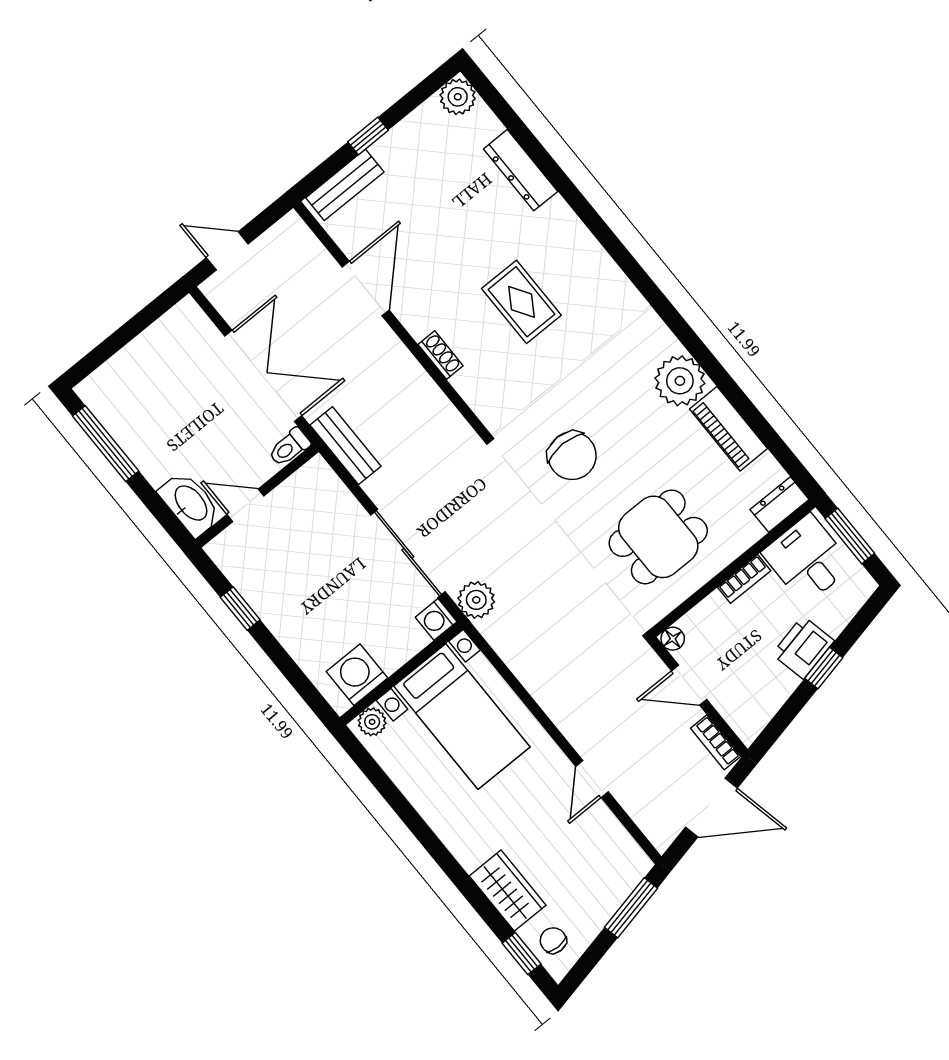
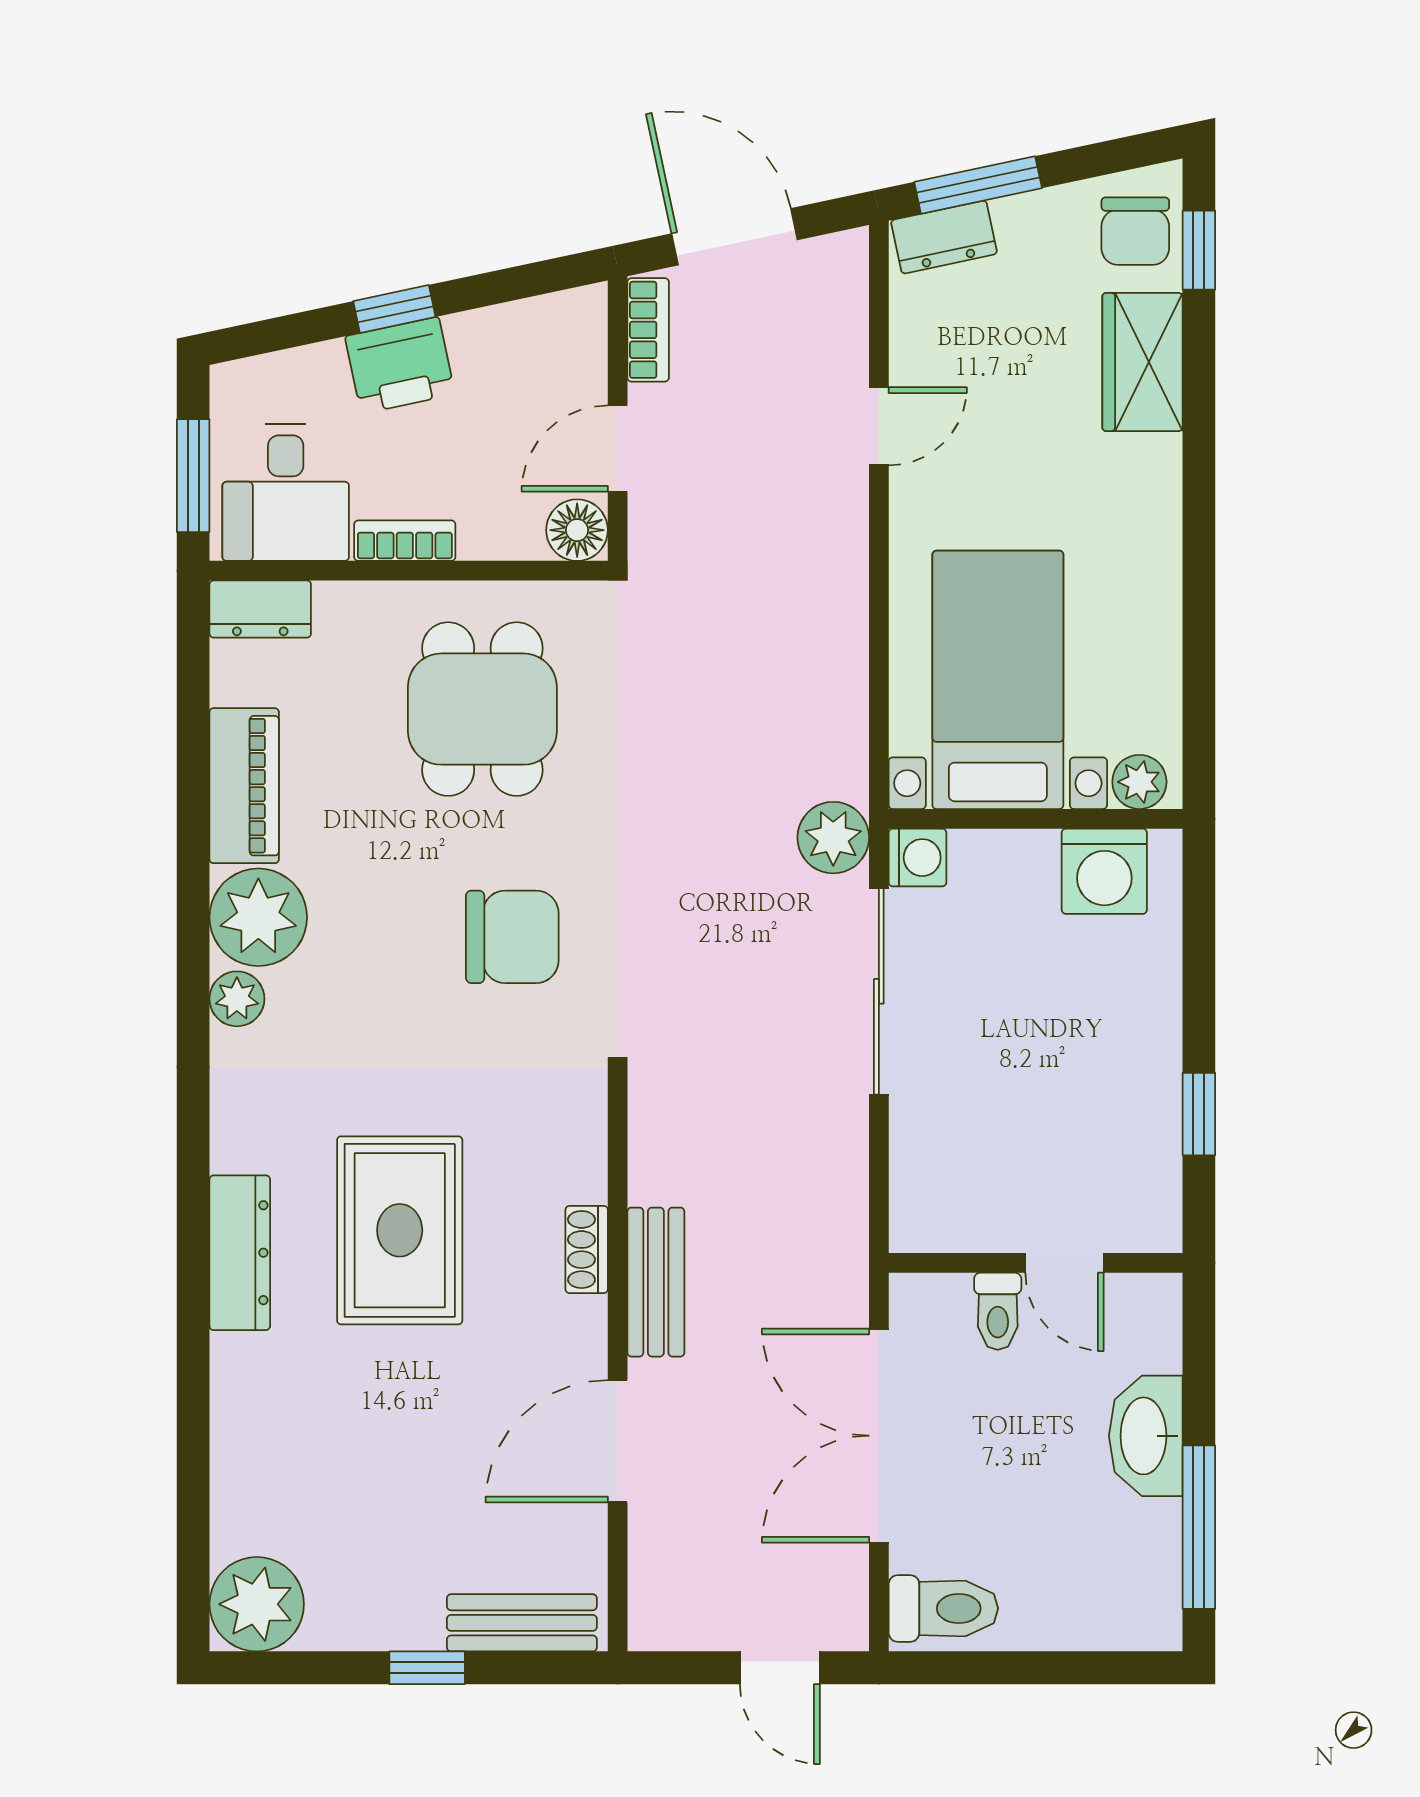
plant: (458, 97) -> (257, 1604), width x1.36, depth x1.36
dresser: (521, 170) -> (240, 1253), moved
rug: (521, 302) -> (400, 1230), width x1.36, depth x1.43
toilet: (181, 328) -> (943, 1608), added
plant: (662, 341) -> (237, 999), added
bench: (346, 446) -> (656, 1282), moved
toilet: (289, 447) -> (998, 1311), moved, turned 90
chair: (572, 456) -> (512, 937), turned 90
washbasin: (190, 504) -> (1146, 1436), moved
dining table: (658, 537) -> (482, 709), turned 90
floor lamp: (673, 639) -> (577, 530), width x1.37, depth x1.37
door: (689, 685) -> (618, 449), swing flipped
dresser: (628, 876) -> (944, 237), added
chair: (553, 940) -> (1135, 231), width x1.37, depth x1.37

